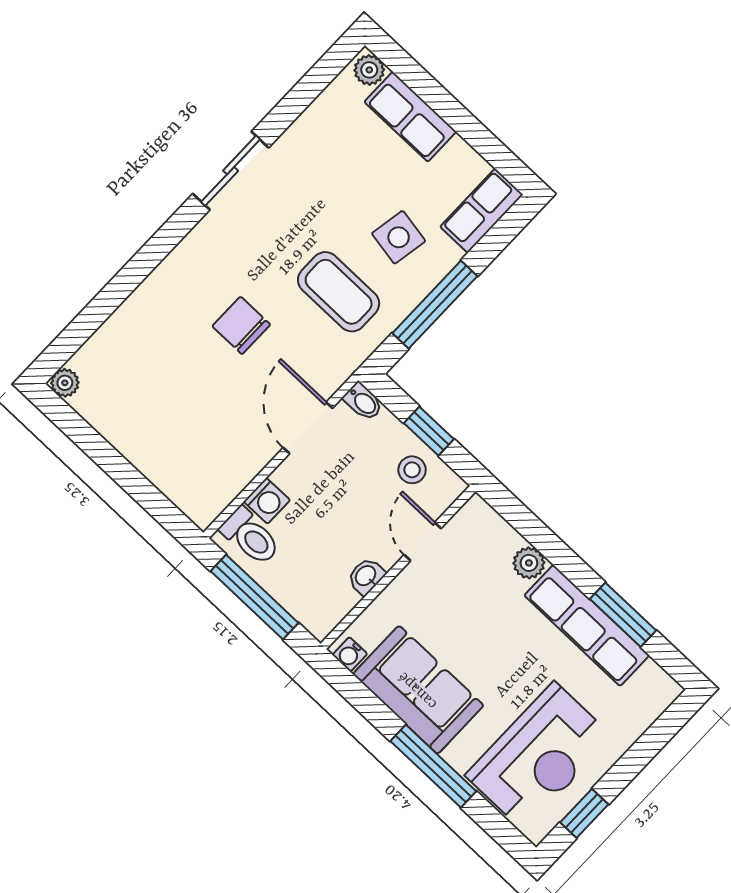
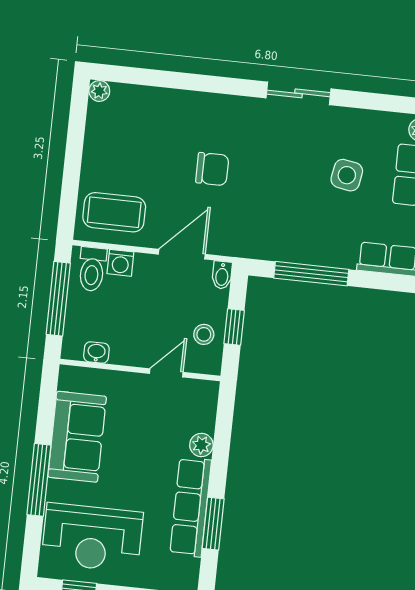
side table: (399, 237) -> (347, 175), moved
coffee table: (339, 292) -> (114, 212), moved, turned 90
chair: (241, 325) -> (212, 169), turned 90
washbasin: (366, 576) -> (96, 352), moved
water cooler: (350, 654) -> (67, 381), removed

